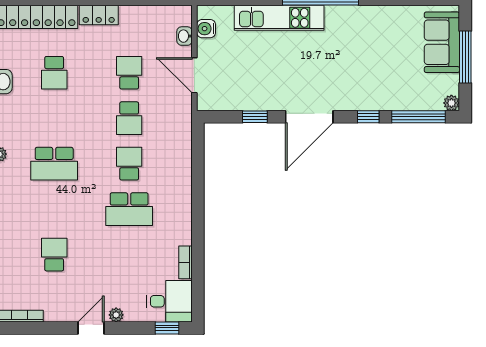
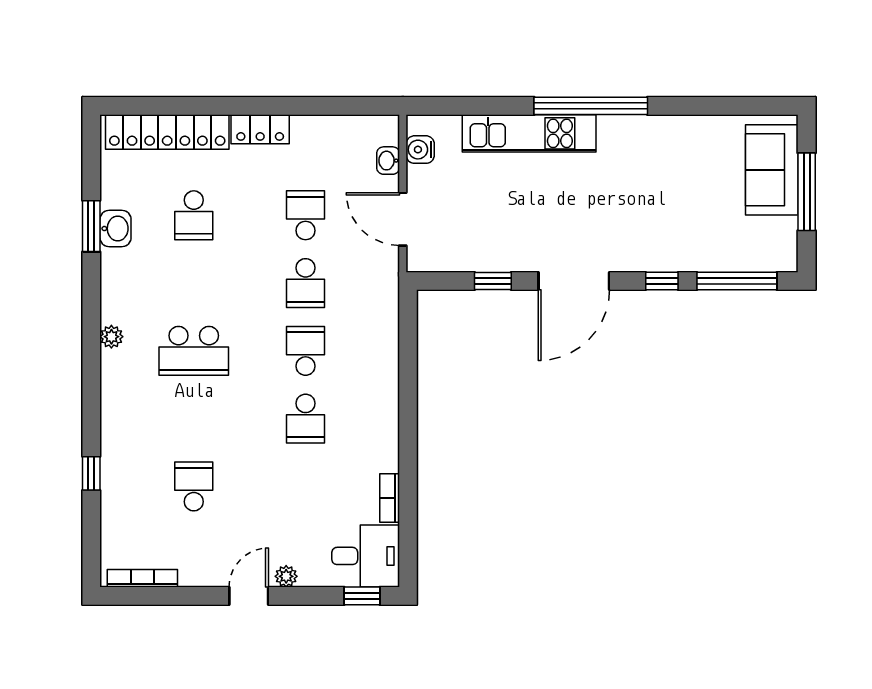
plant: (451, 103) -> (786, 260), removed
school desk: (129, 209) -> (306, 419), width x0.54

